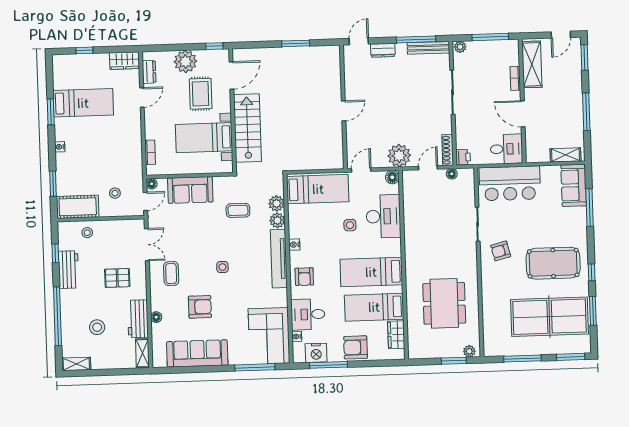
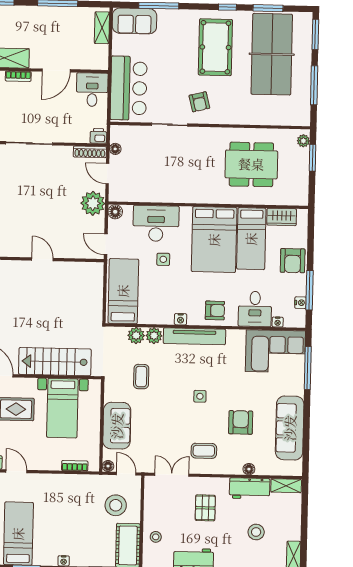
stool: (115, 193) -> (116, 505), width x1.89, depth x1.89
bed: (371, 272) -> (214, 240), width x1.50
nightstand: (316, 353) -> (300, 303), width x0.53, depth x0.56

